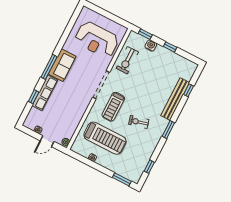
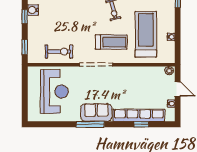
water cooler: (151, 45) -> (33, 10), moved
window: (49, 67) -> (90, 124), moved
row of seats: (45, 93) -> (139, 115), width x1.36

